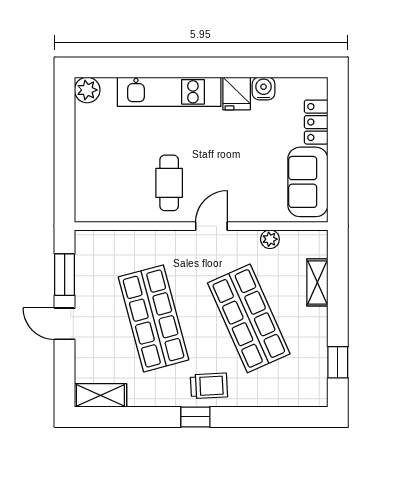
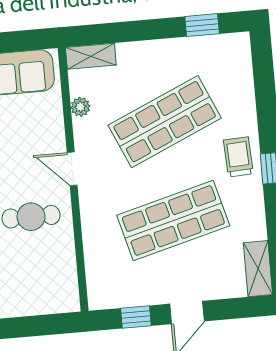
window: (65, 275) -> (136, 317), width x0.67
shelving: (317, 282) -> (91, 56), moved

